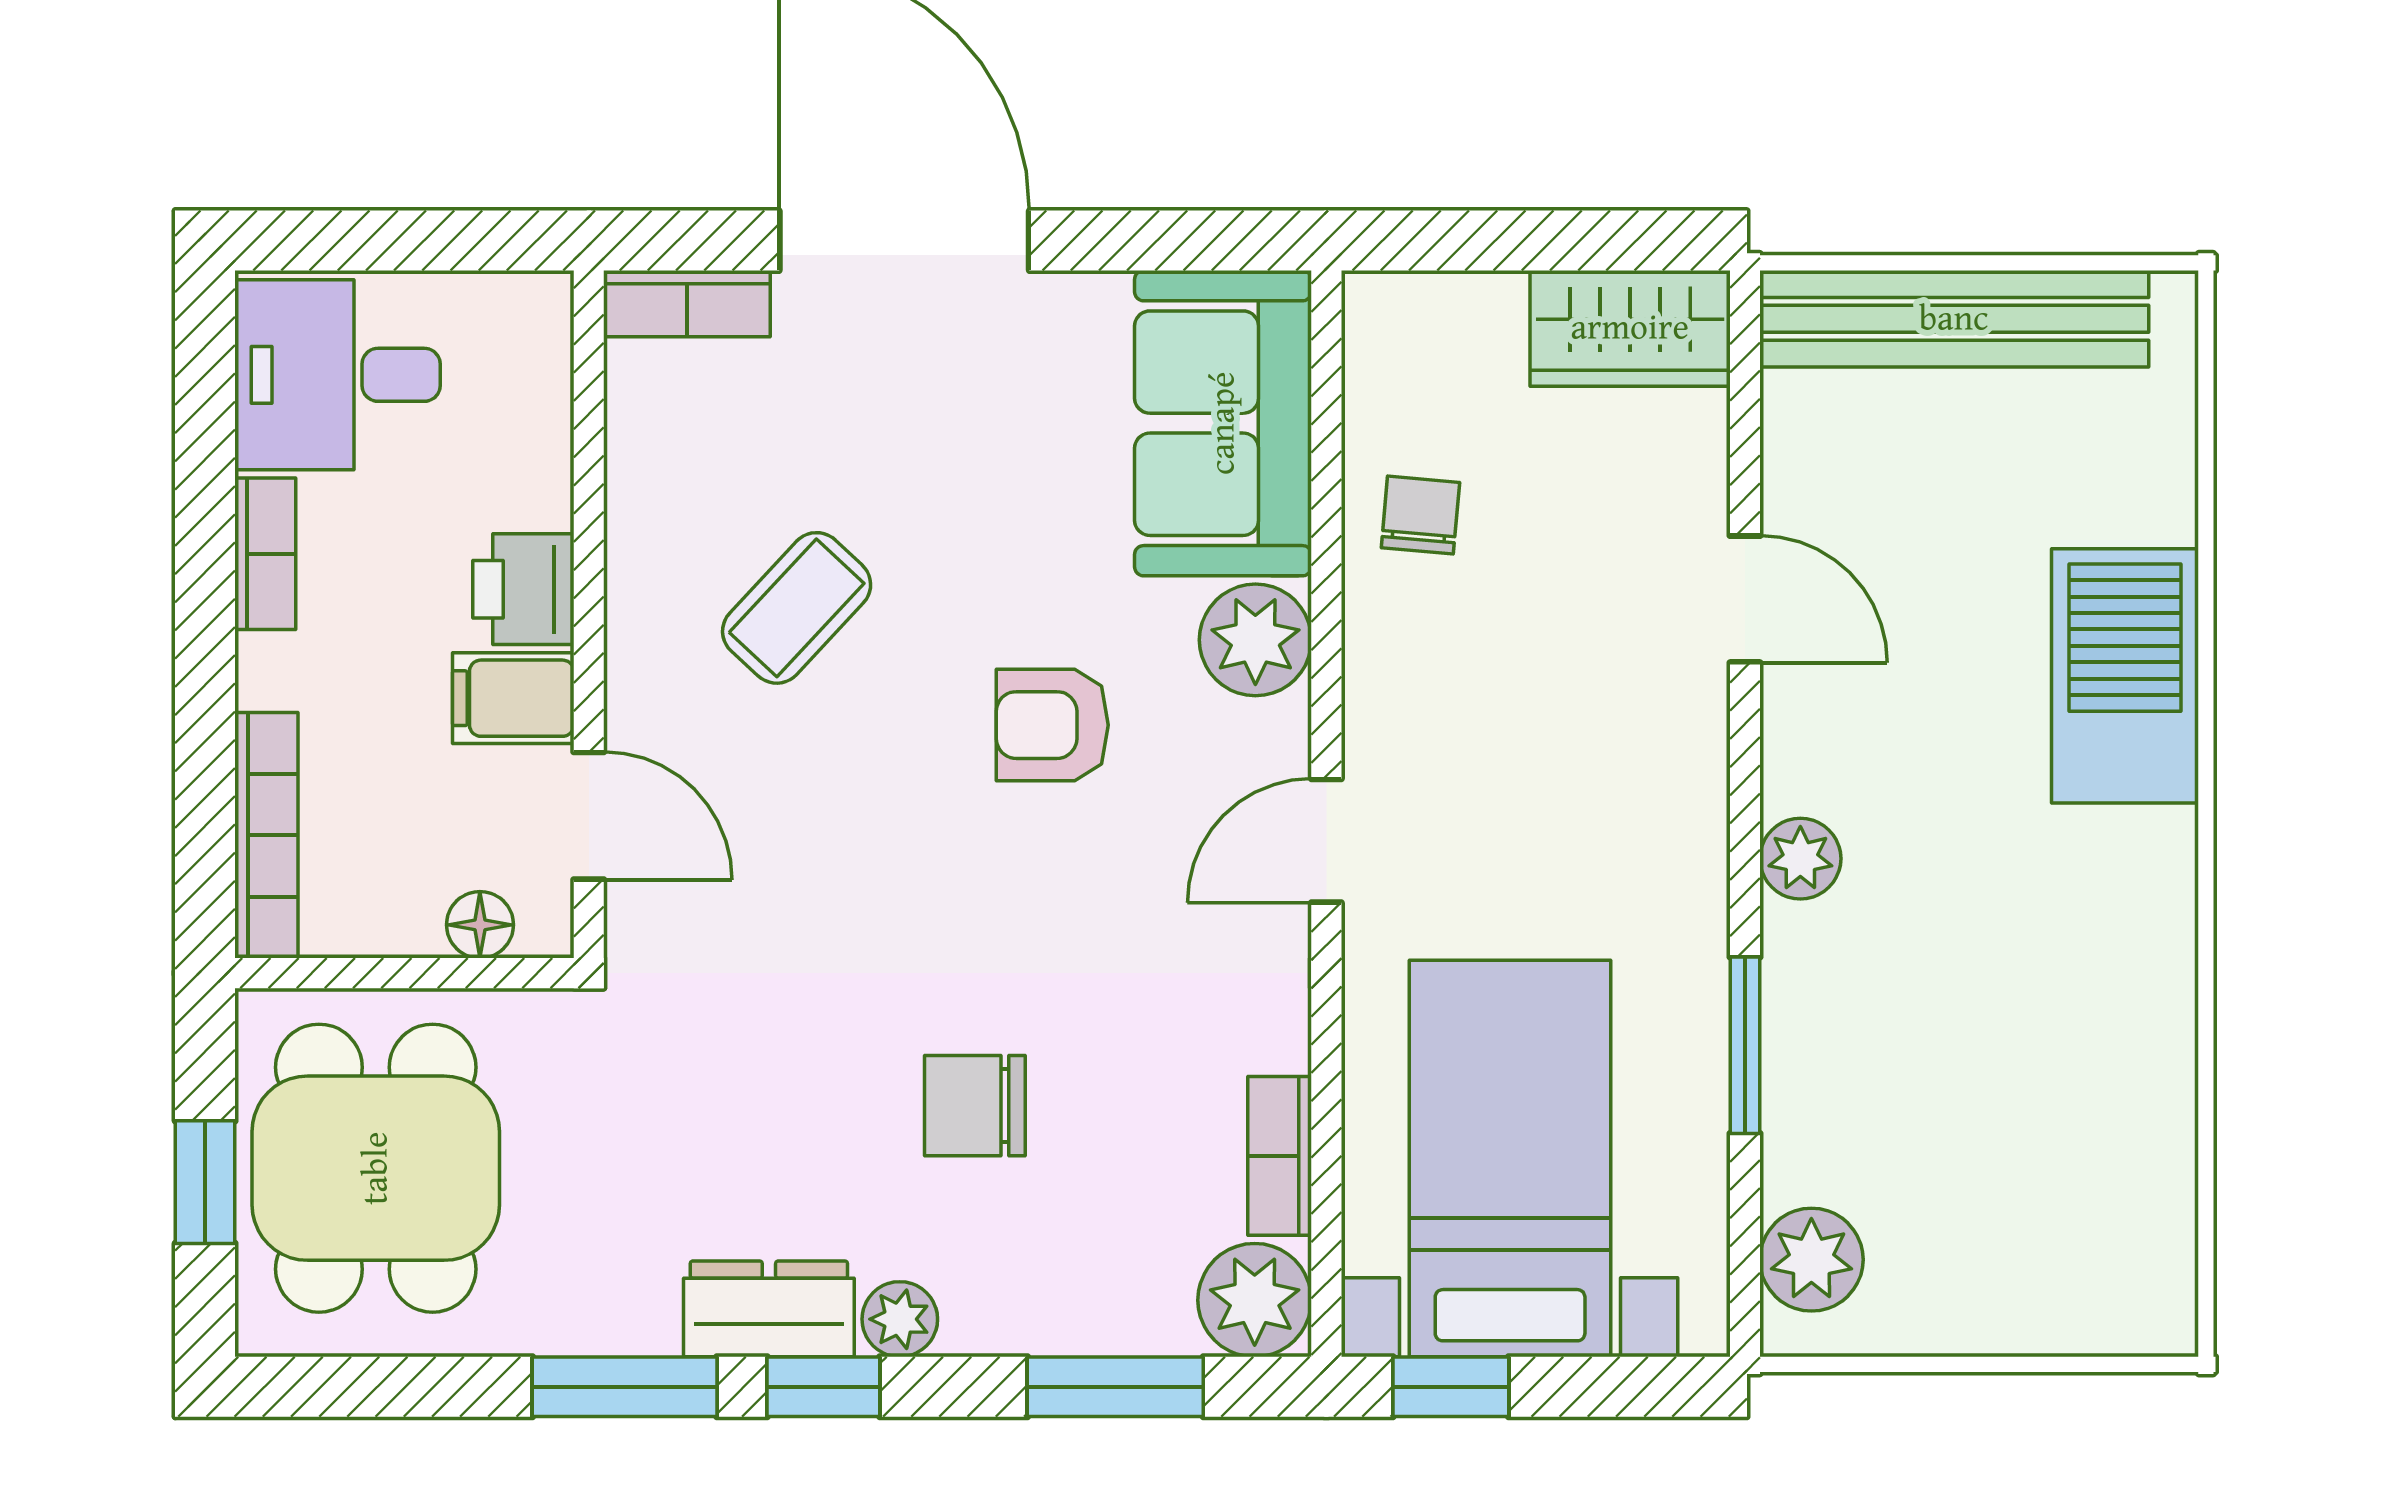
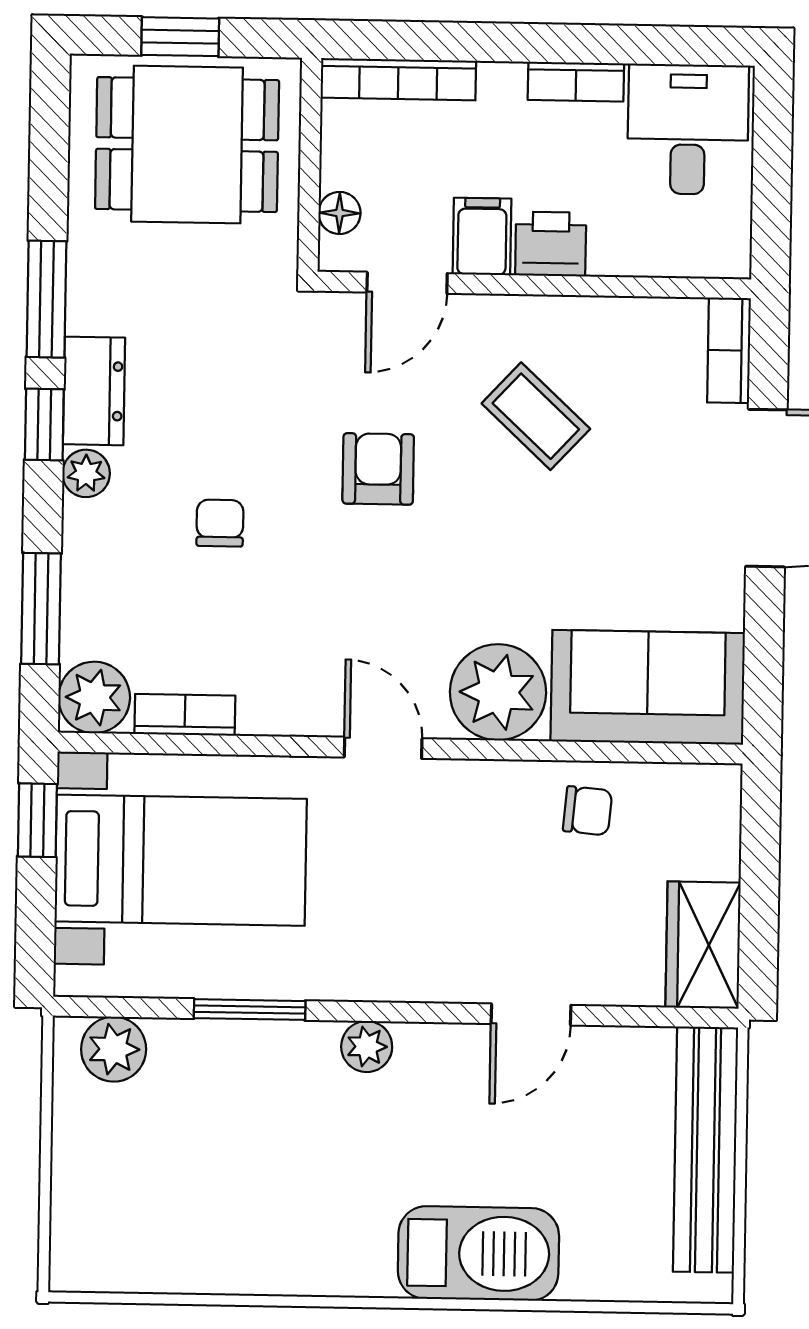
plant: (1255, 640) -> (498, 692), width x1.36, depth x1.36
armchair: (1052, 725) -> (378, 469), moved
chair: (975, 1106) -> (220, 523), width x0.73, depth x0.73

